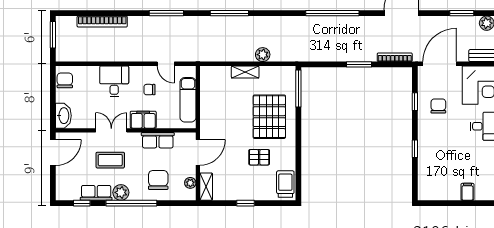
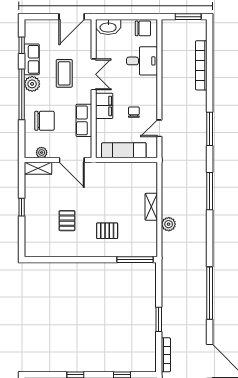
desk: (114, 81) -> (142, 61), moved
pallet: (269, 117) -> (107, 231), width x0.49, depth x0.50
door: (53, 153) -> (72, 17), hinge flipped
trolley: (285, 184) -> (40, 247), removed

